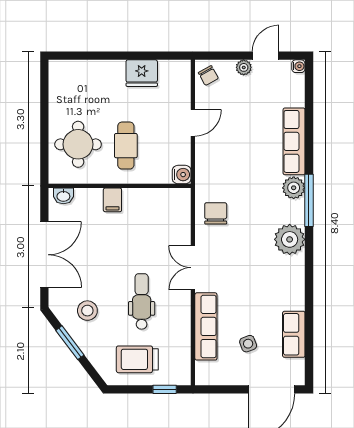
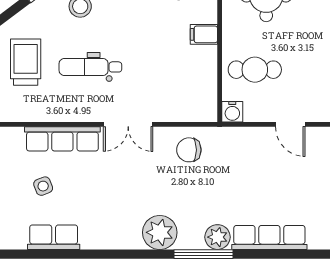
cafe table: (126, 146) -> (255, 70), moved
chair: (216, 213) -> (189, 150), turned 180
double door: (193, 268) -> (128, 124), swing flipped
dental chair: (142, 301) -> (90, 67), turned 180

